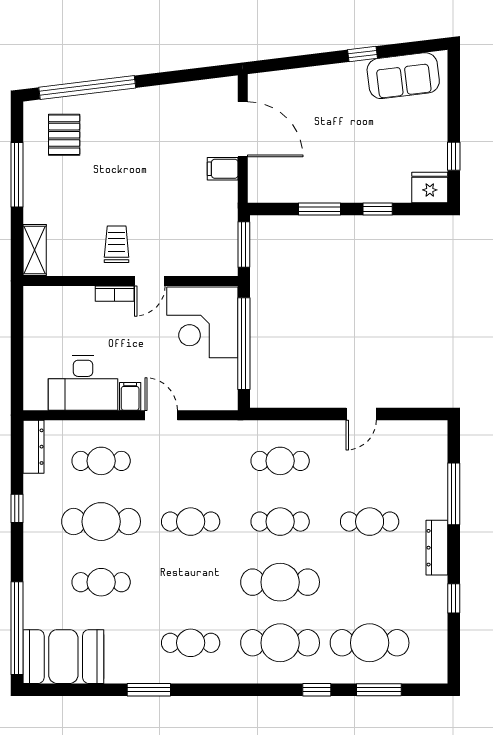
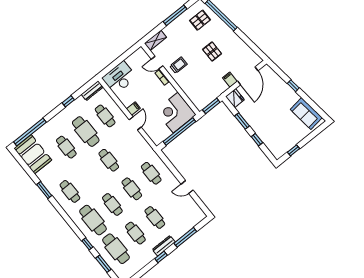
window: (363, 54) -> (293, 86), moved
pallet: (142, 160) -> (212, 51), added
fridge: (430, 188) -> (235, 98), moved
door: (150, 281) -> (157, 63), moved
desk: (83, 383) -> (119, 78), moved, turned 90
cafe table: (280, 582) -> (112, 204), width x0.73, depth x0.74
cafe table: (370, 582) -> (135, 233), added
window: (454, 598) -> (161, 257), moved

